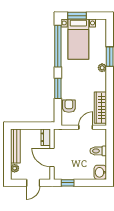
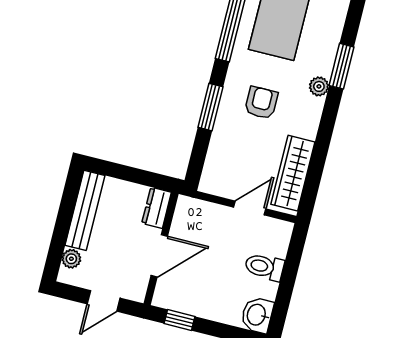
armchair: (69, 106) -> (261, 103), moved
door: (52, 157) -> (159, 256), swing flipped

